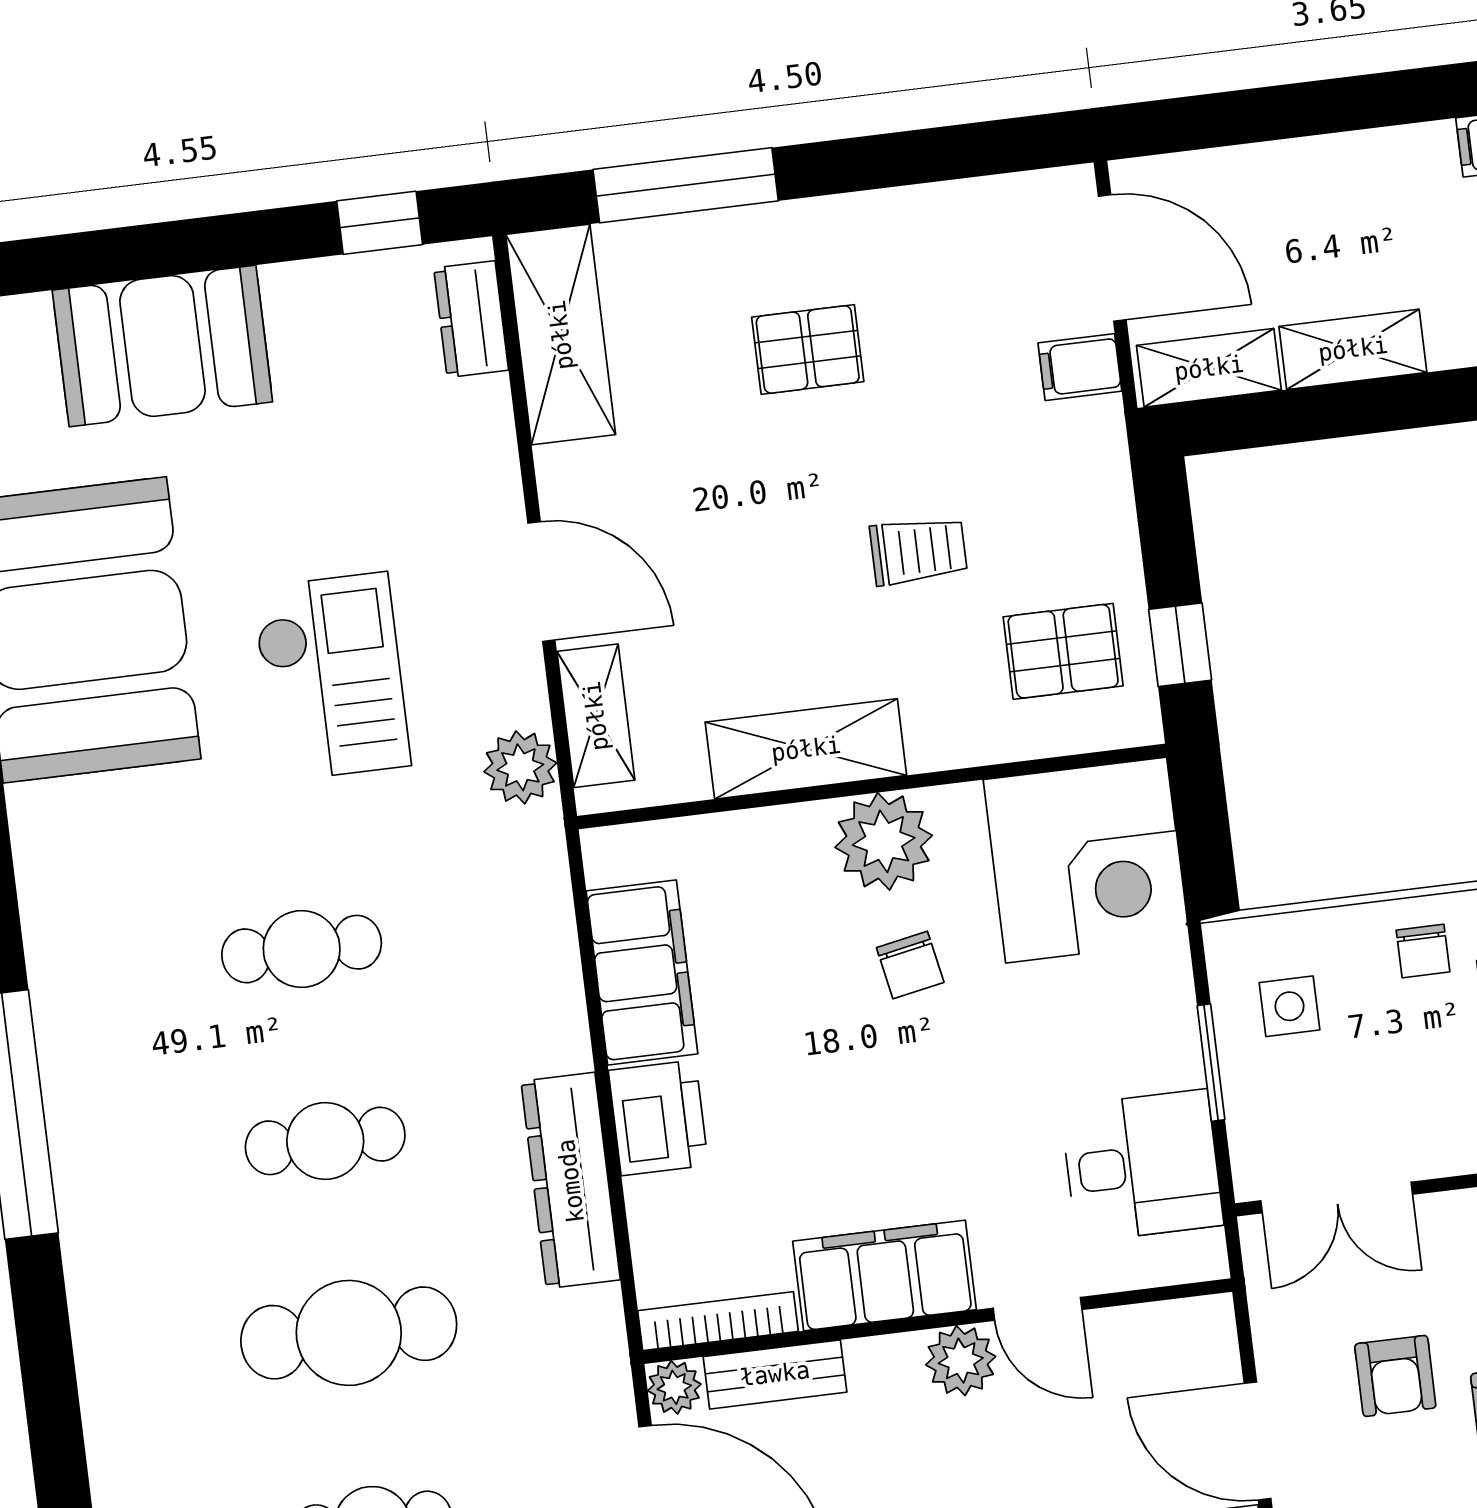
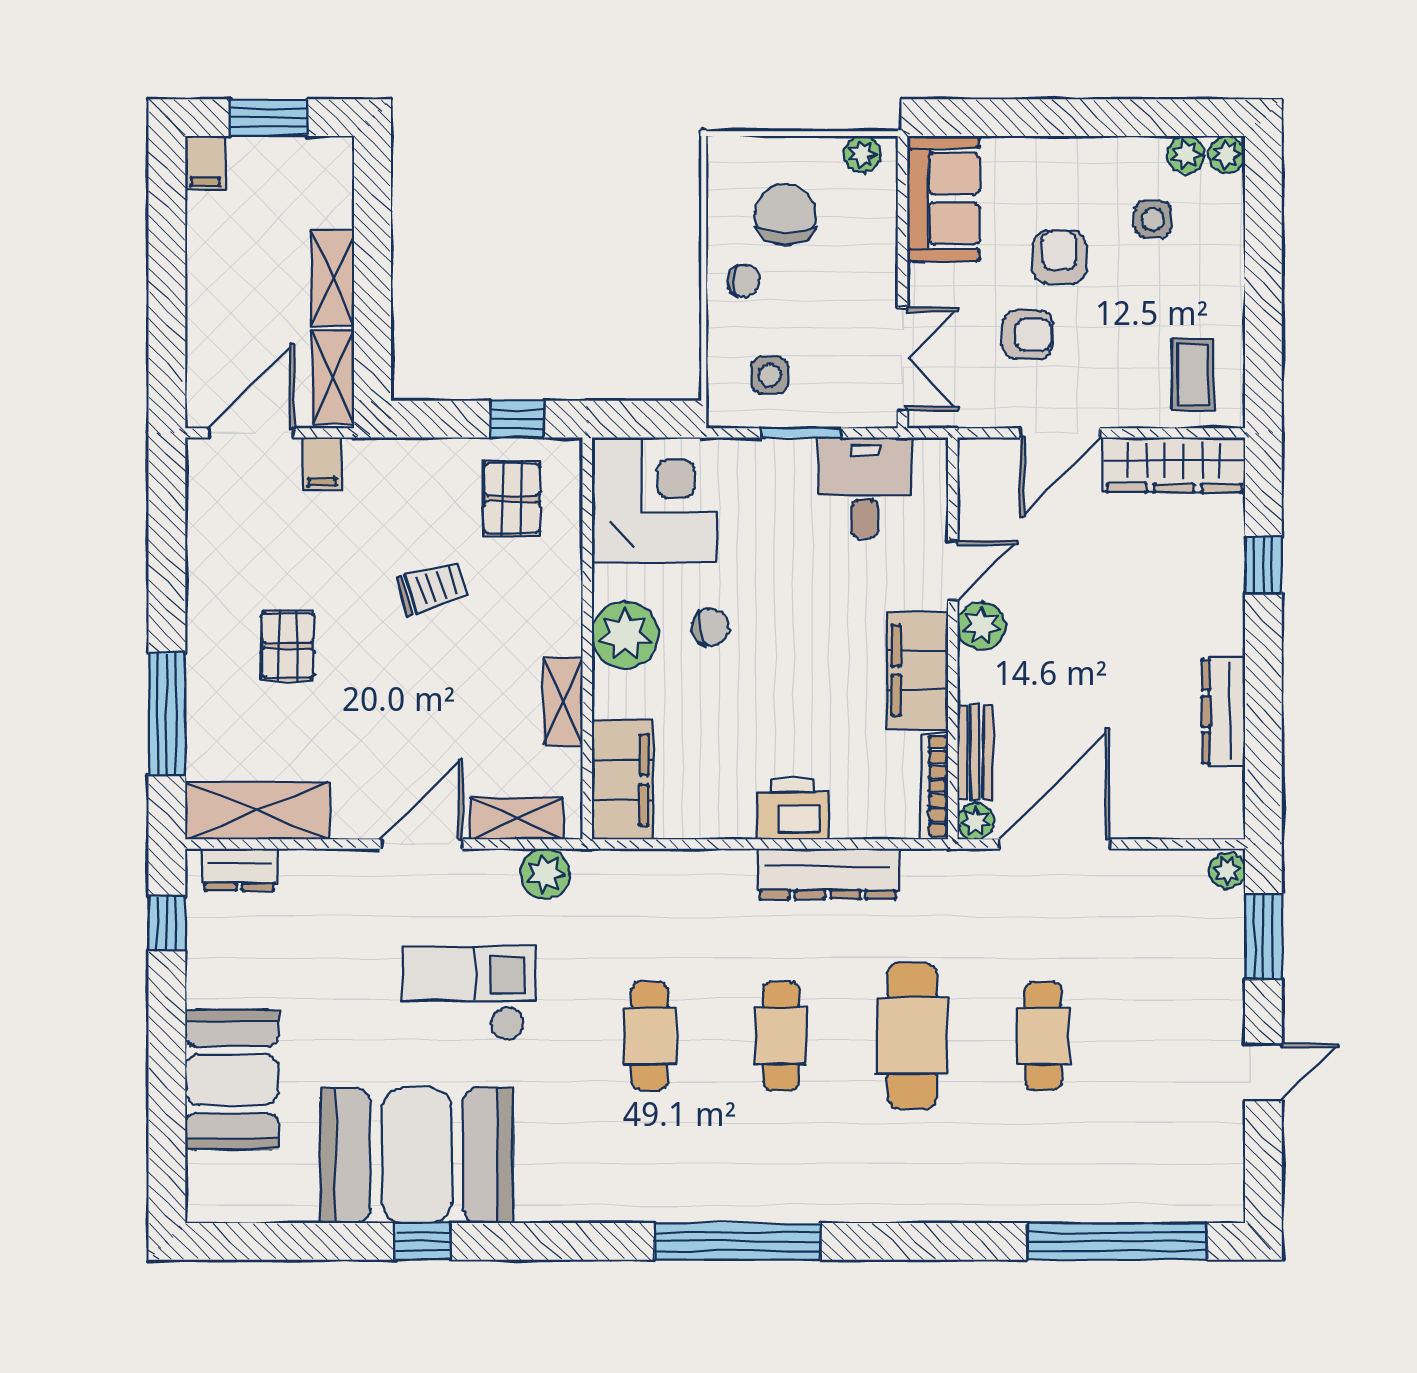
trolley: (918, 551) -> (432, 588), turned 73
shelving: (806, 749) -> (563, 702), width x0.67, depth x0.75
filing cabinet: (642, 972) -> (623, 780), moved, turned 90

